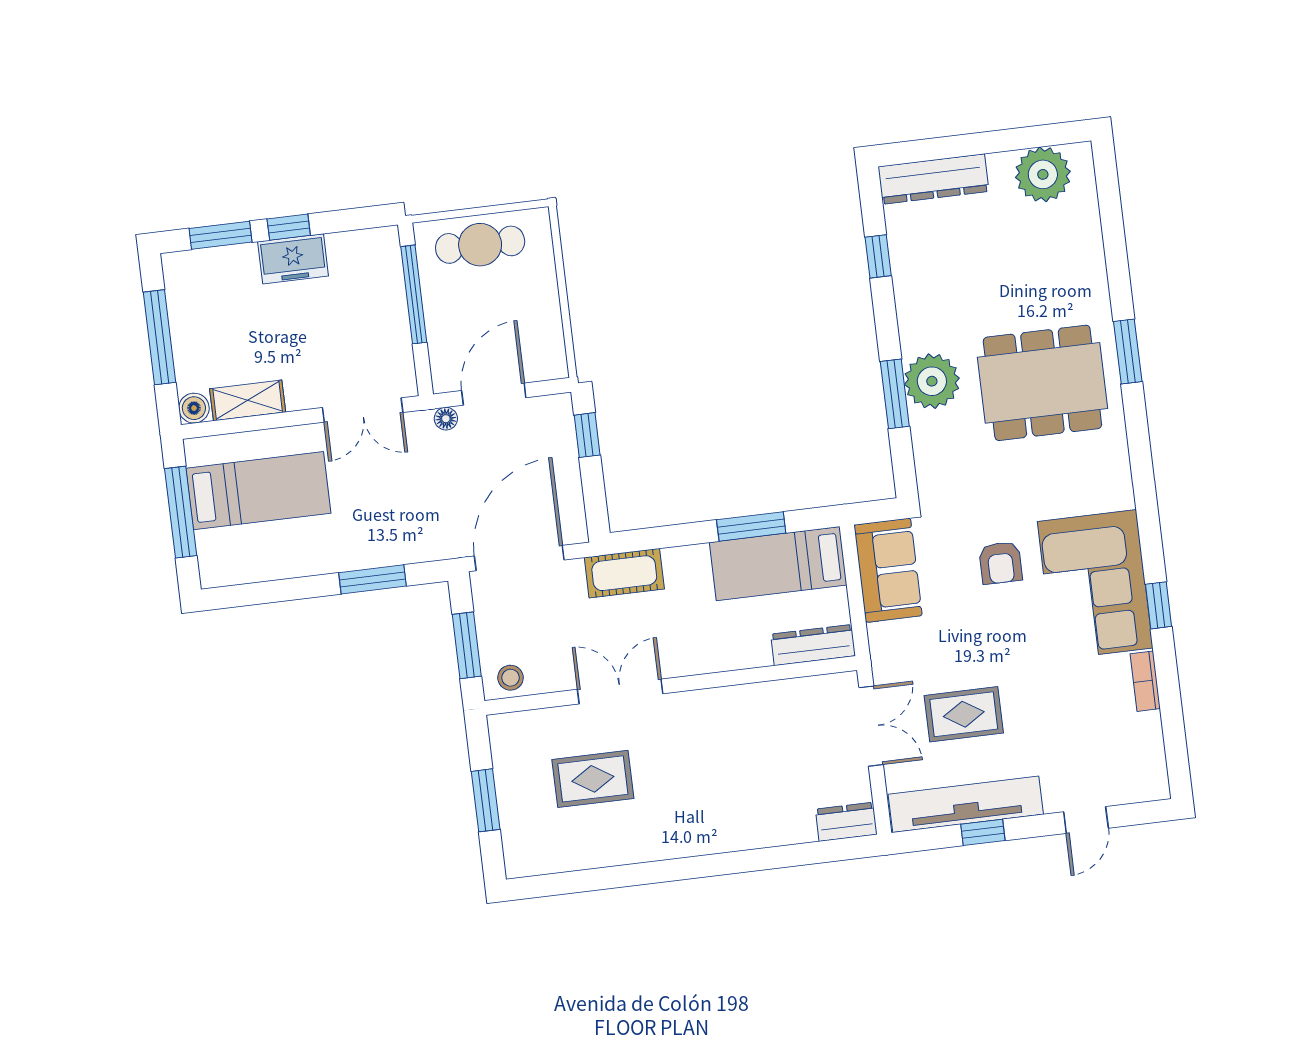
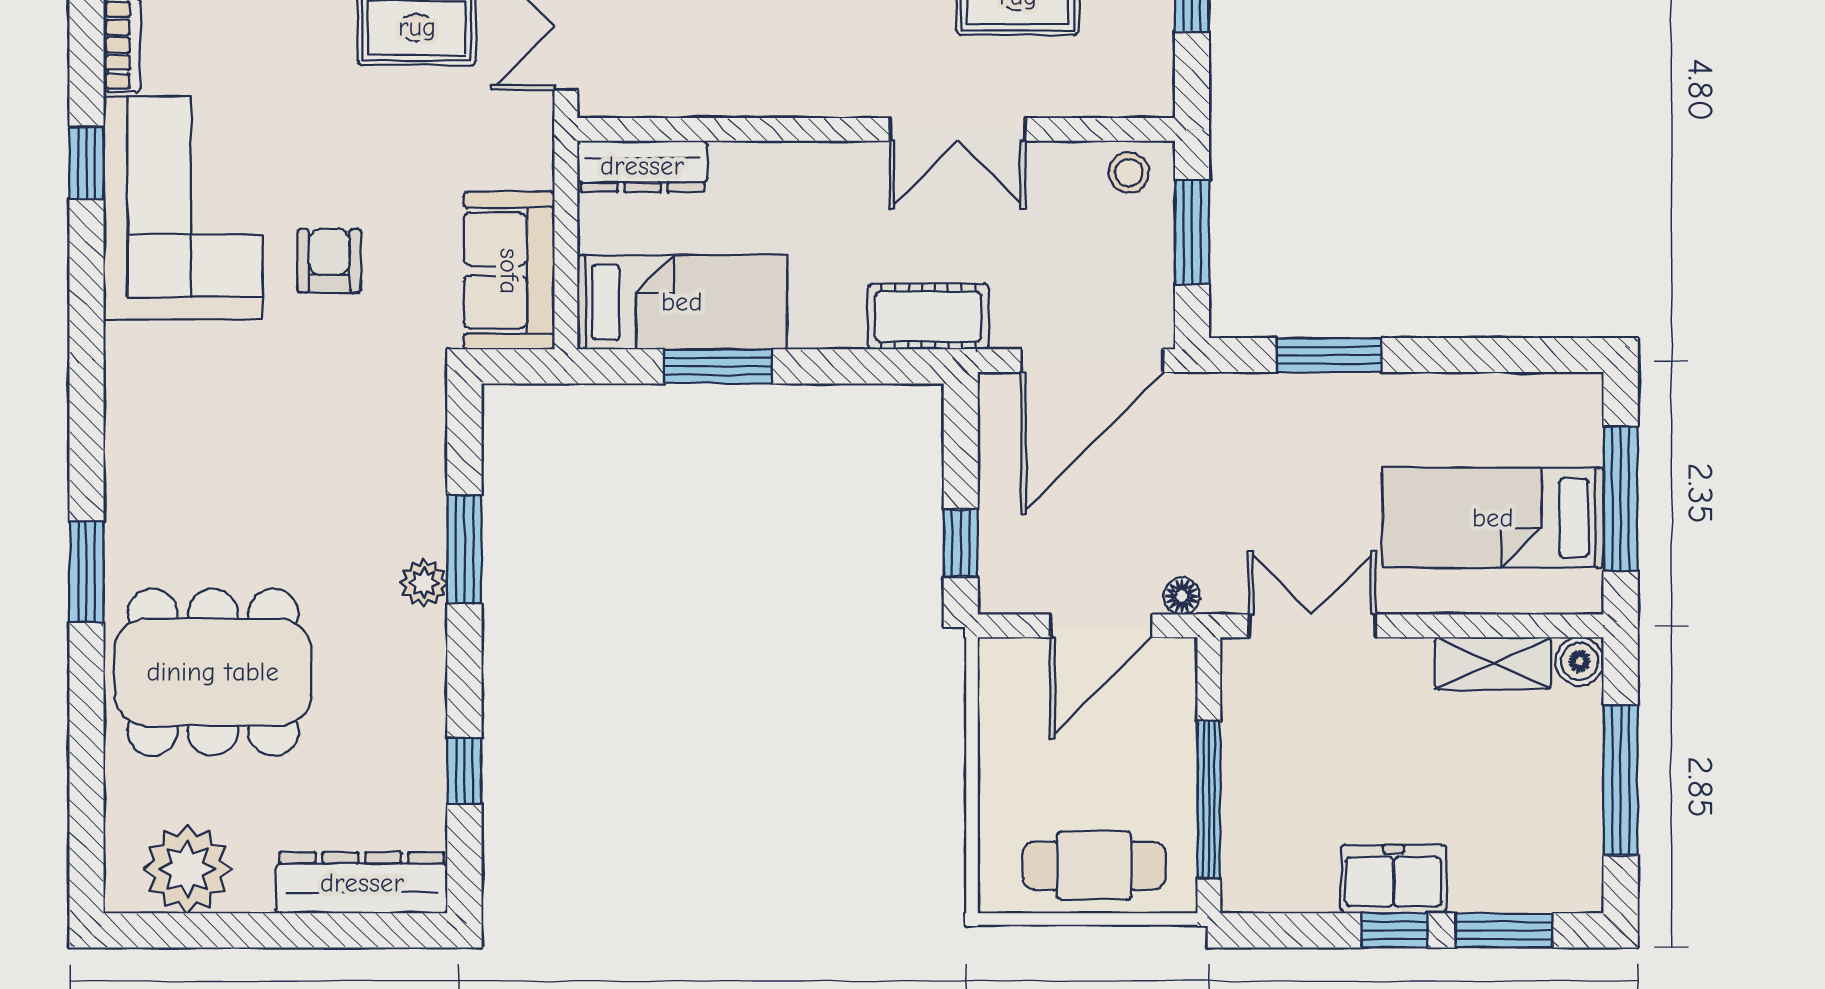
plant: (932, 381) -> (424, 583), width x0.53, depth x0.53
dining table: (1042, 383) -> (213, 672), moved

